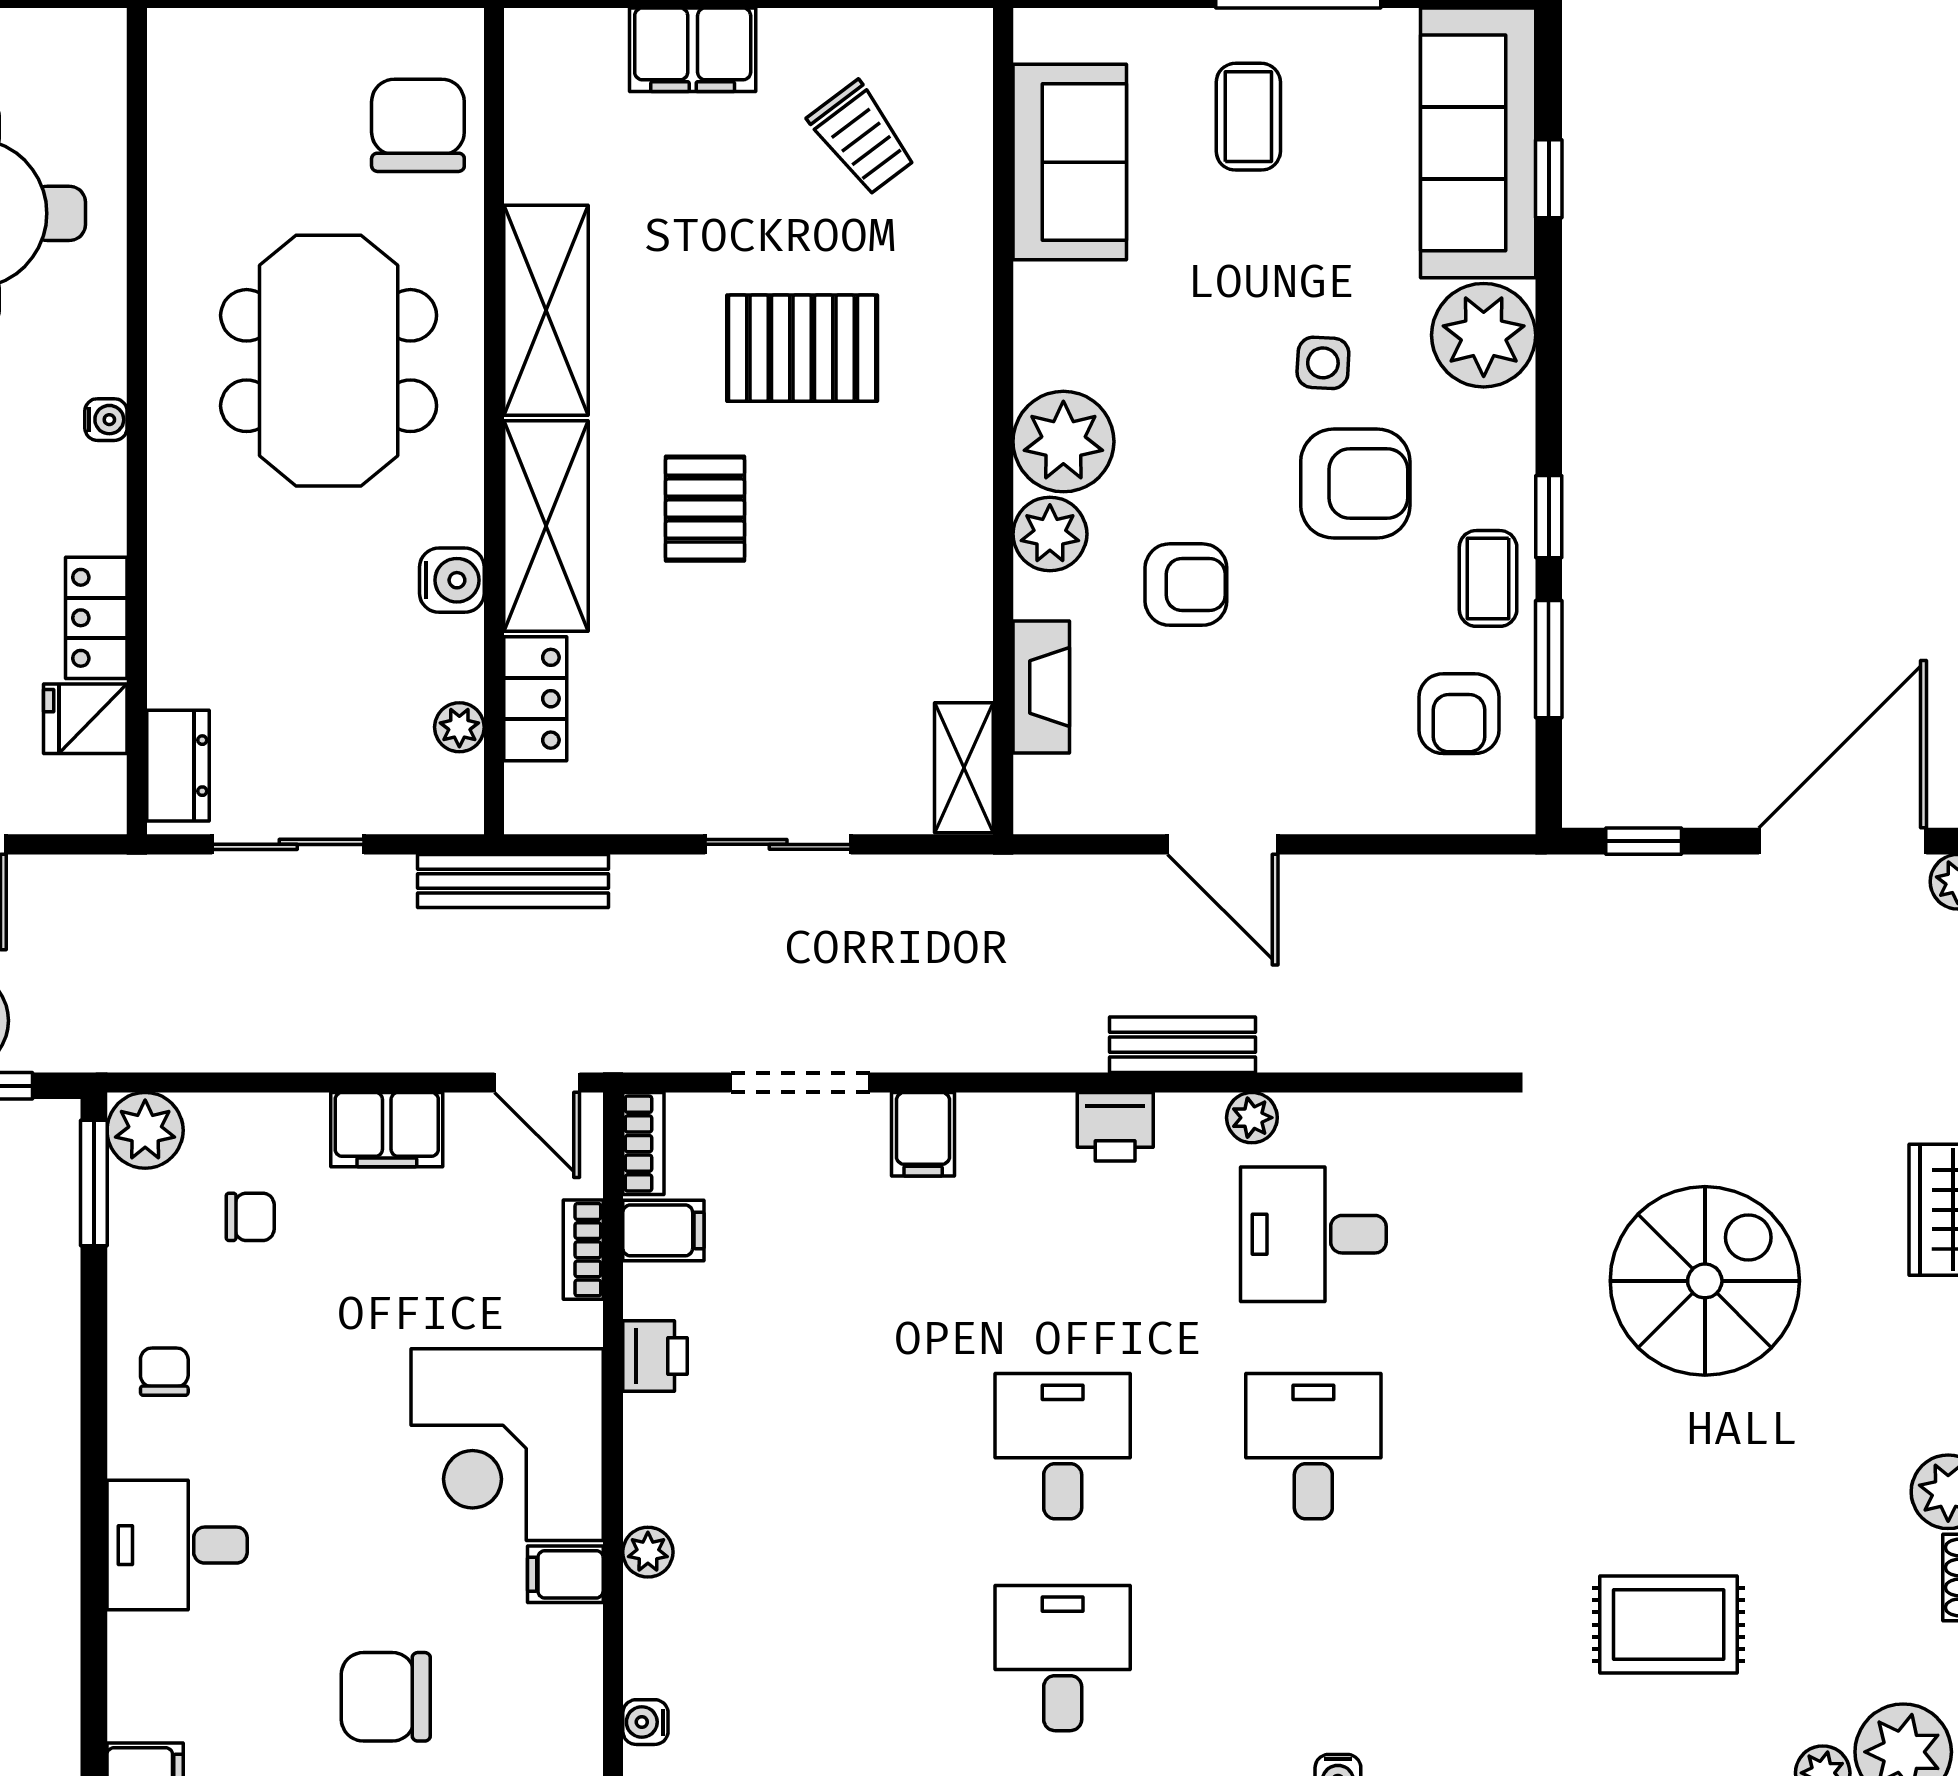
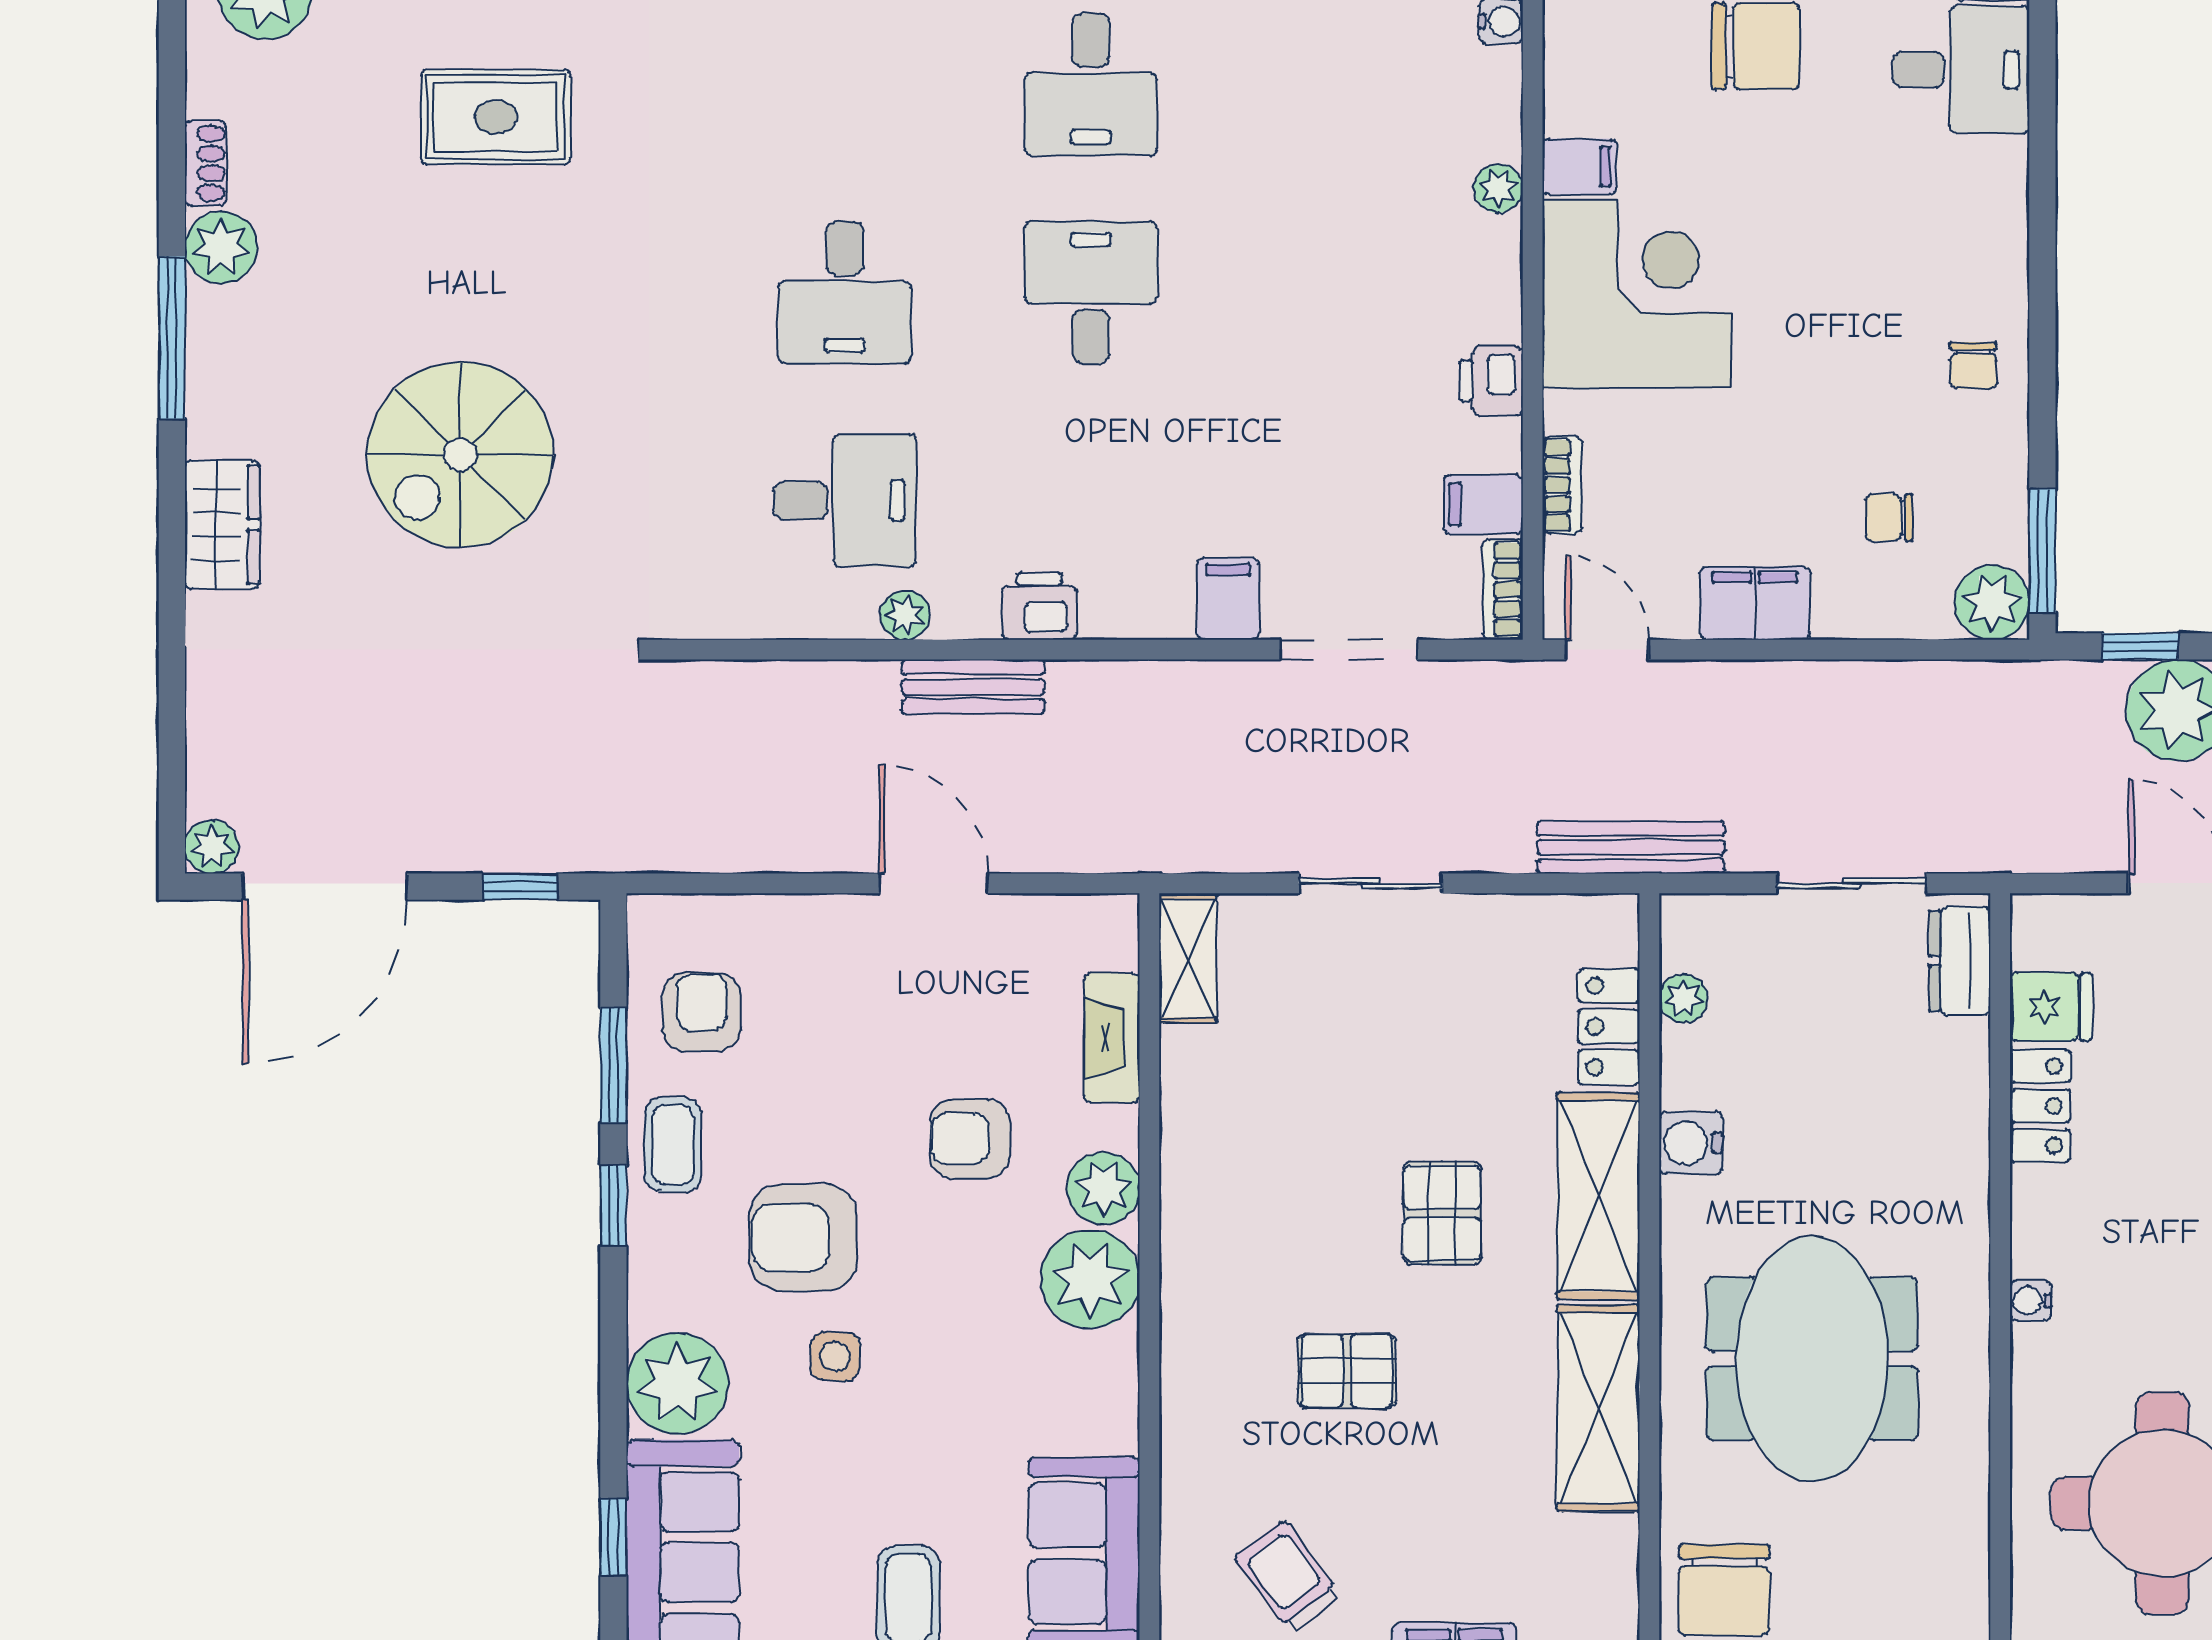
pallet: (802, 348) -> (1347, 1371), width x0.67, depth x0.71
desk: (1063, 1446) -> (1091, 292), turned 180
desk: (177, 1545) -> (1961, 70), moved

